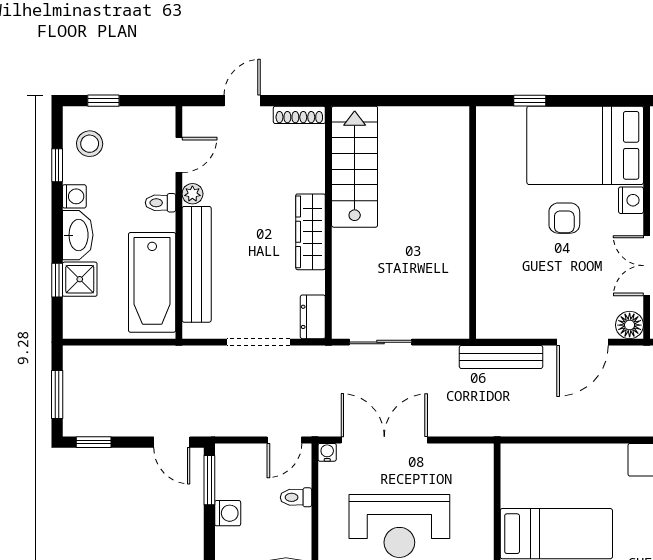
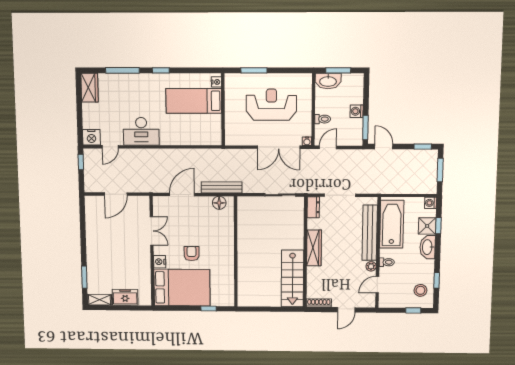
washing machine: (74, 196) -> (431, 203), moved
floor lamp: (630, 325) -> (219, 203), moved

